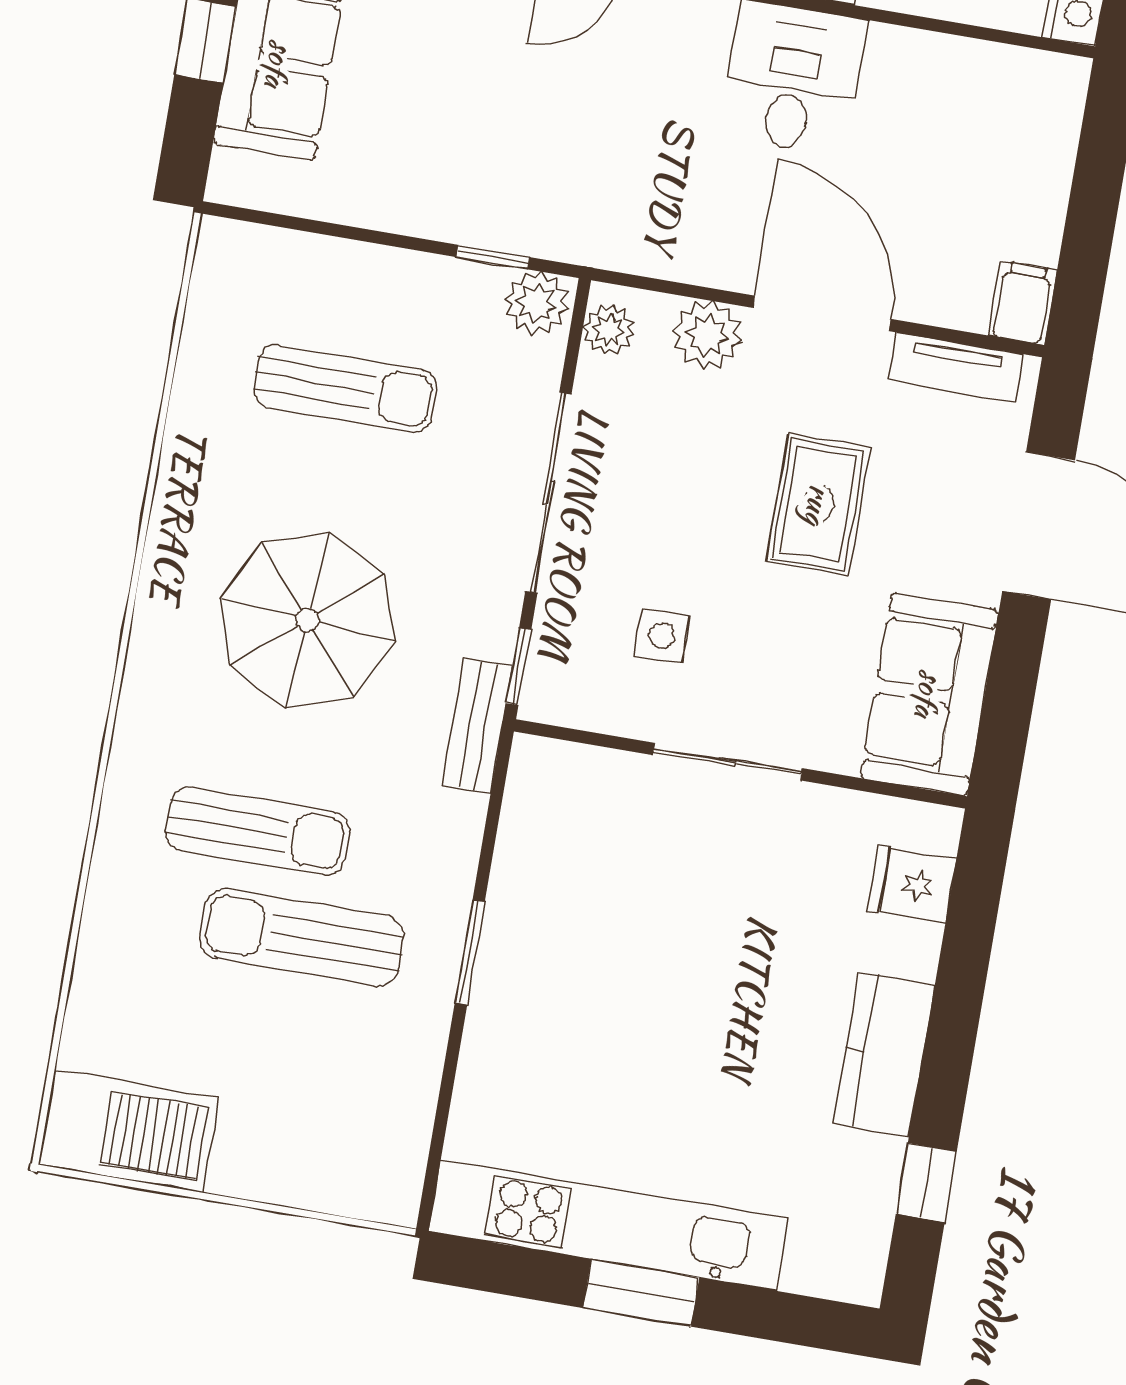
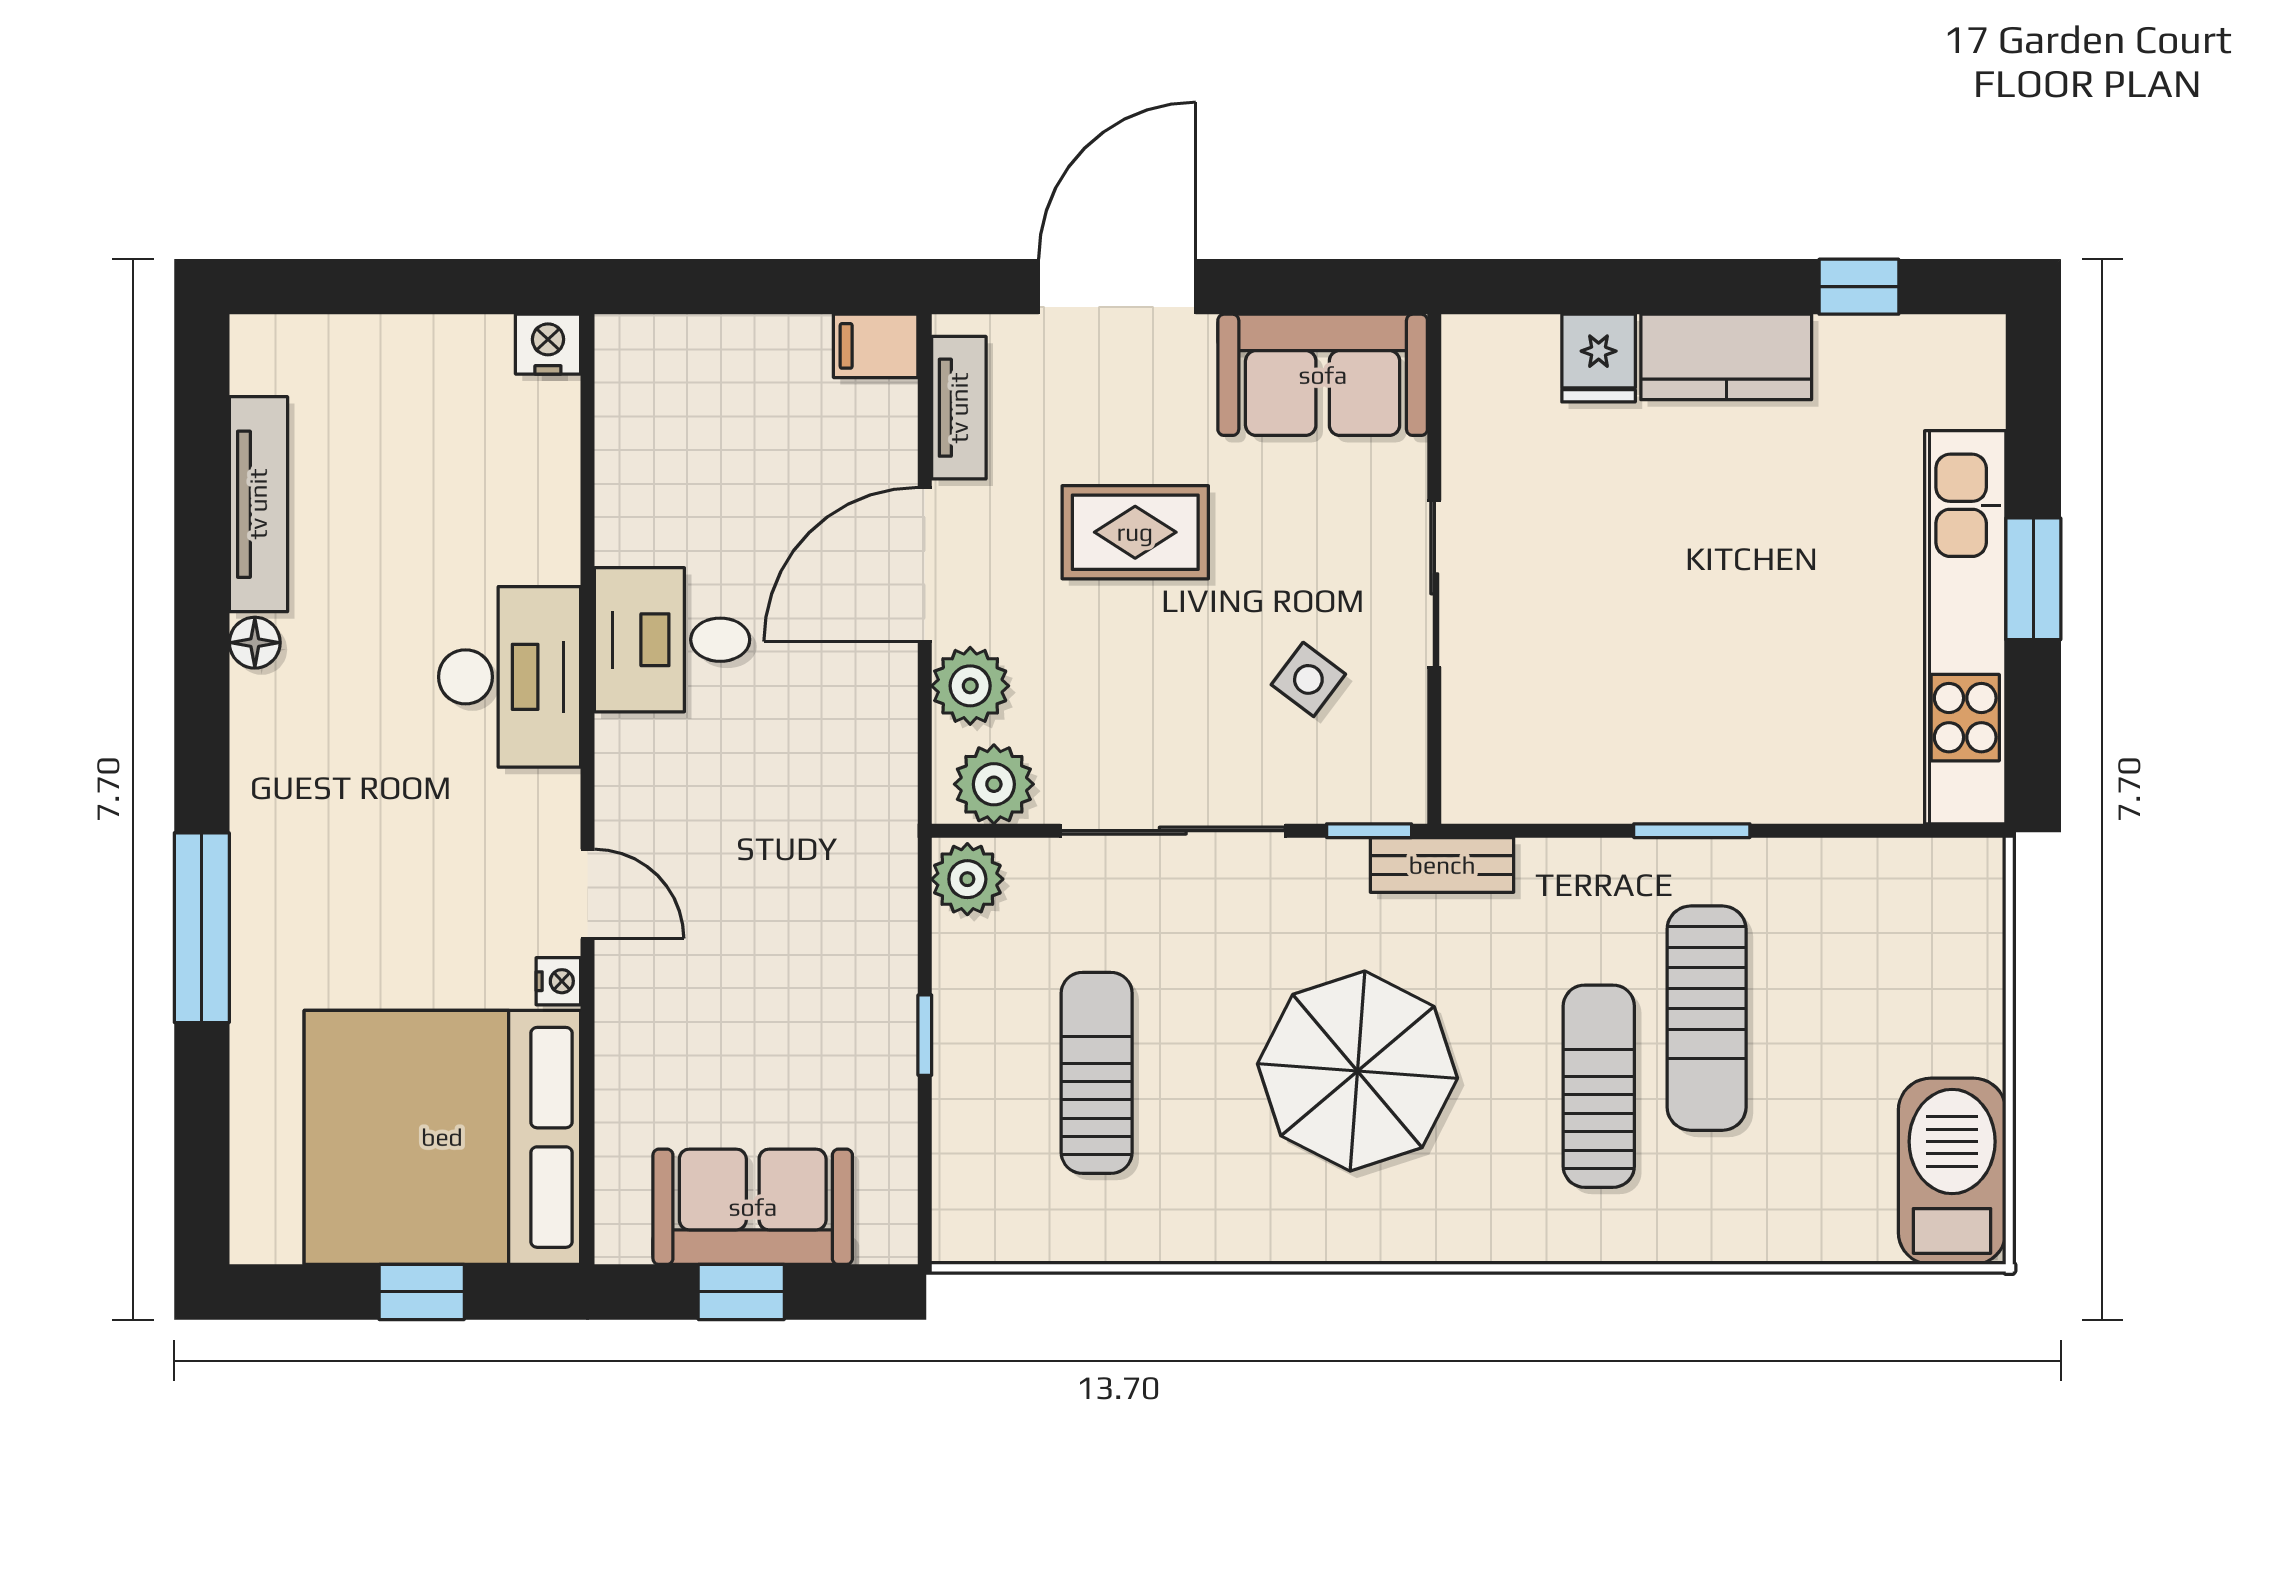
window: (493, 257) -> (925, 1035), moved
plant: (609, 330) -> (994, 784), width x1.38, depth x1.38
side table: (662, 636) -> (1308, 679), turned 37
fridge: (912, 885) -> (1599, 358), moved

